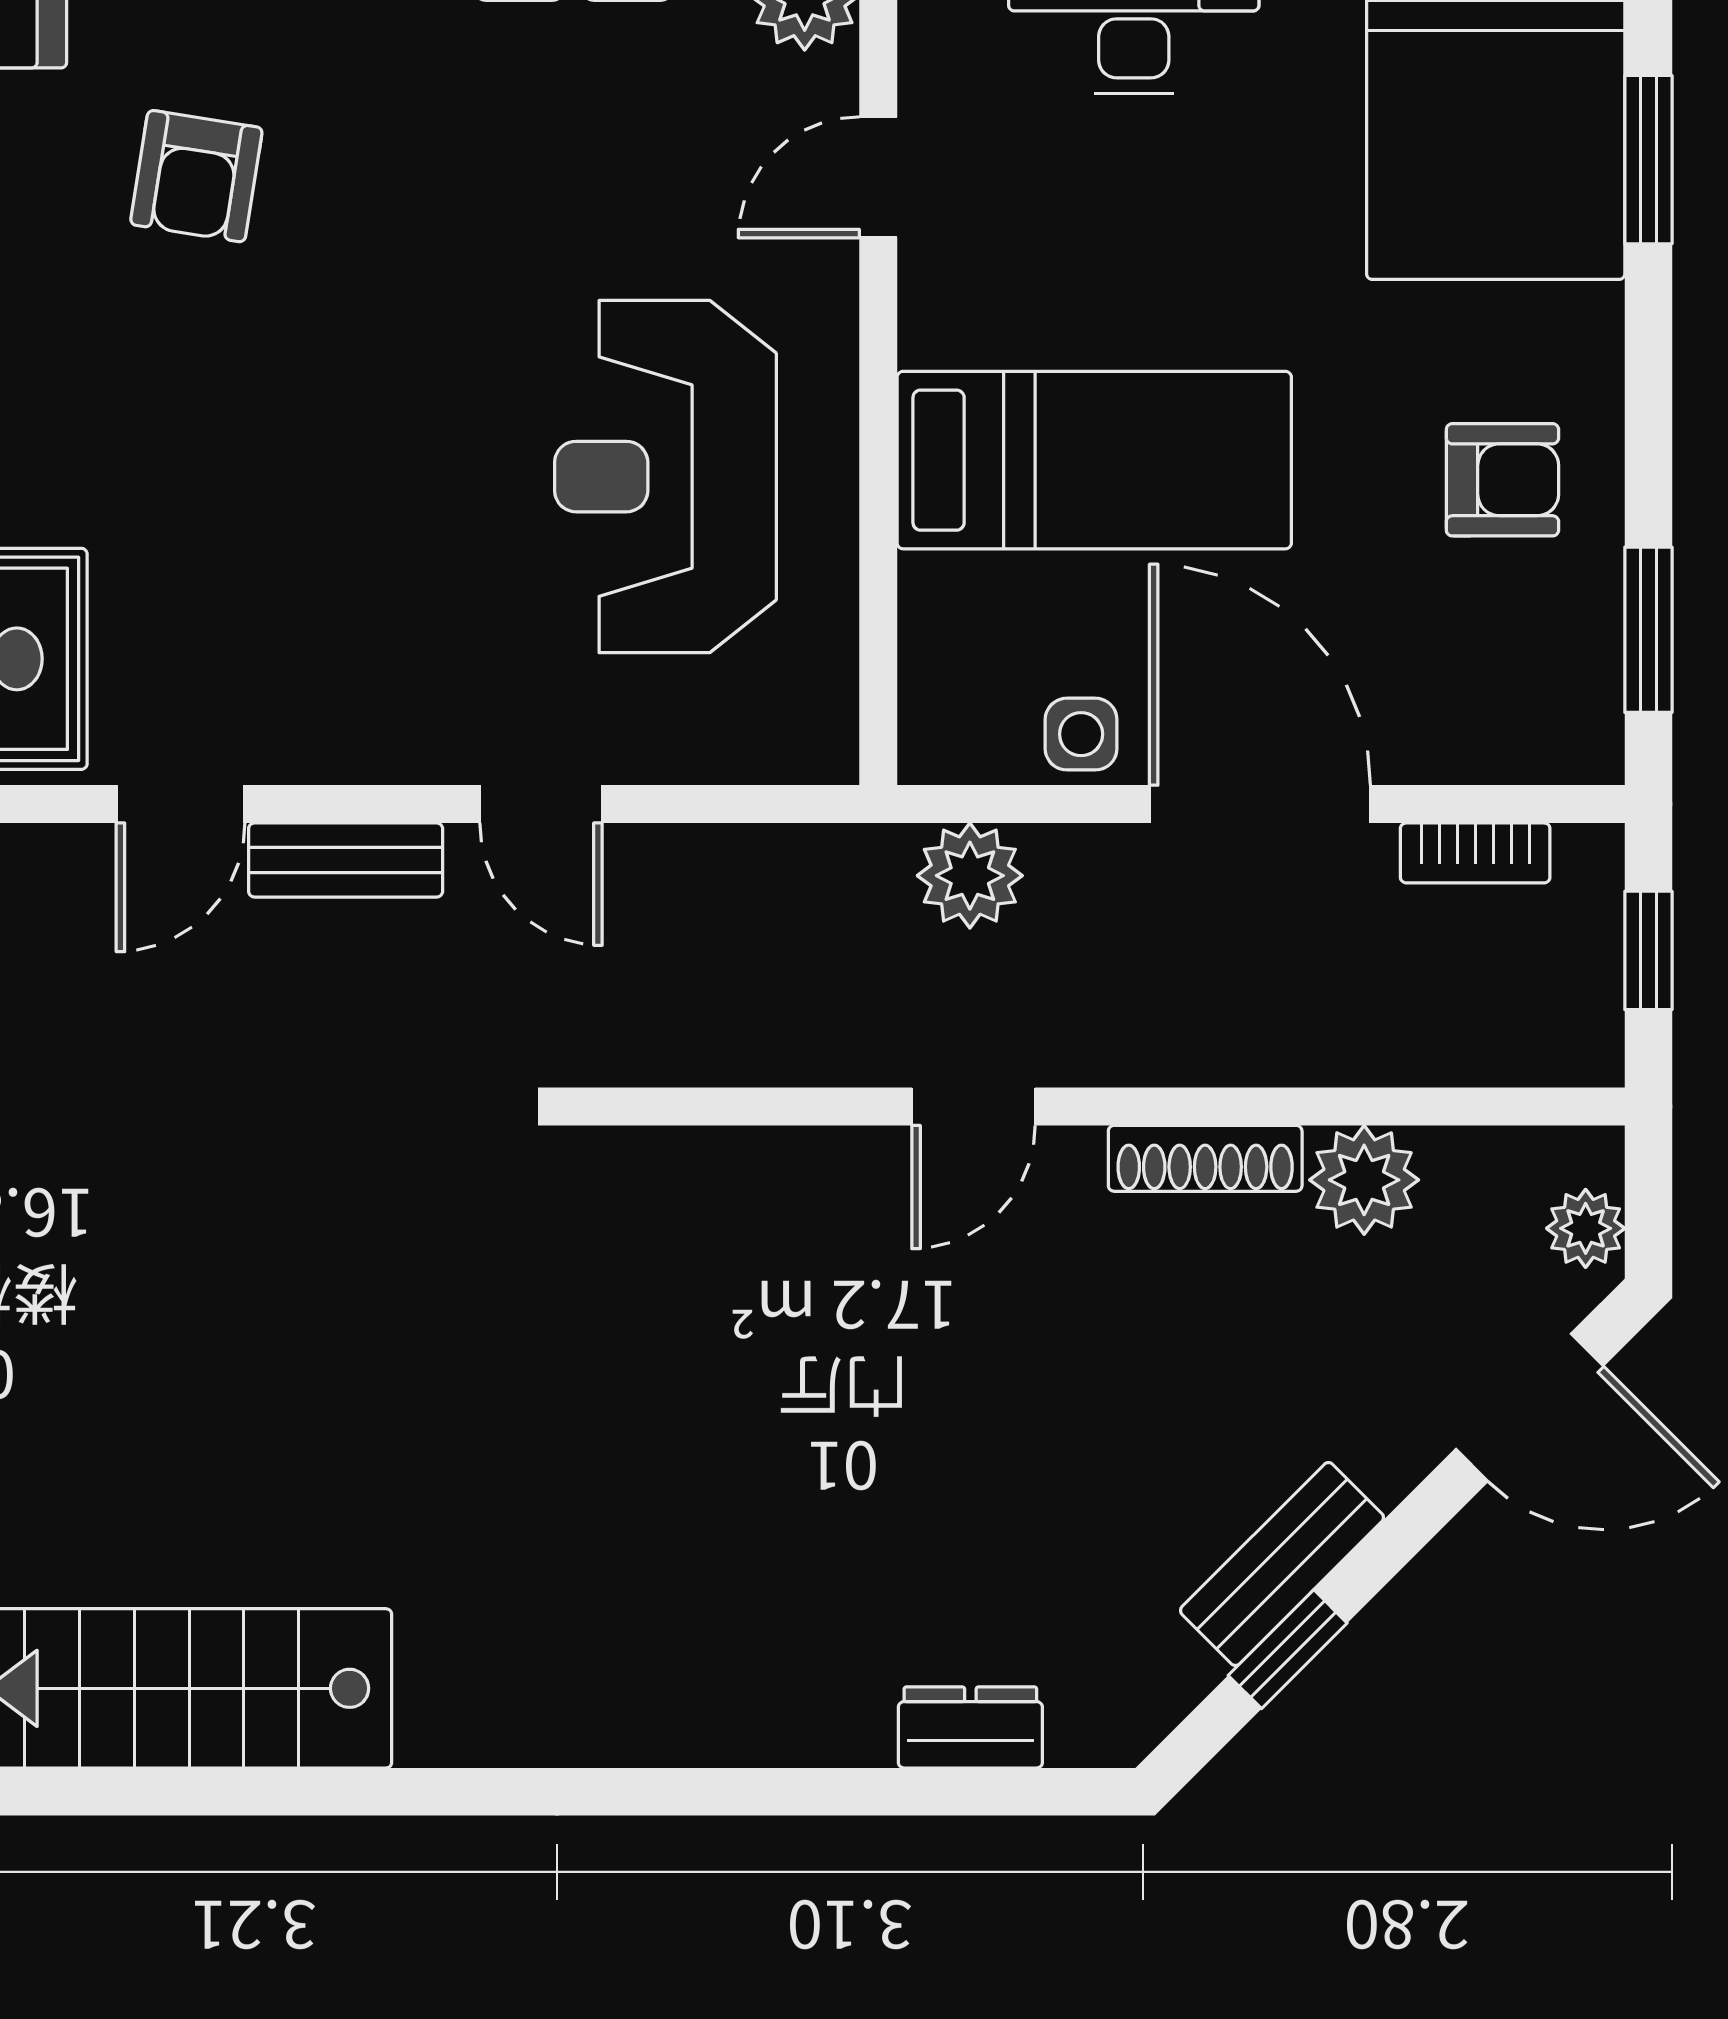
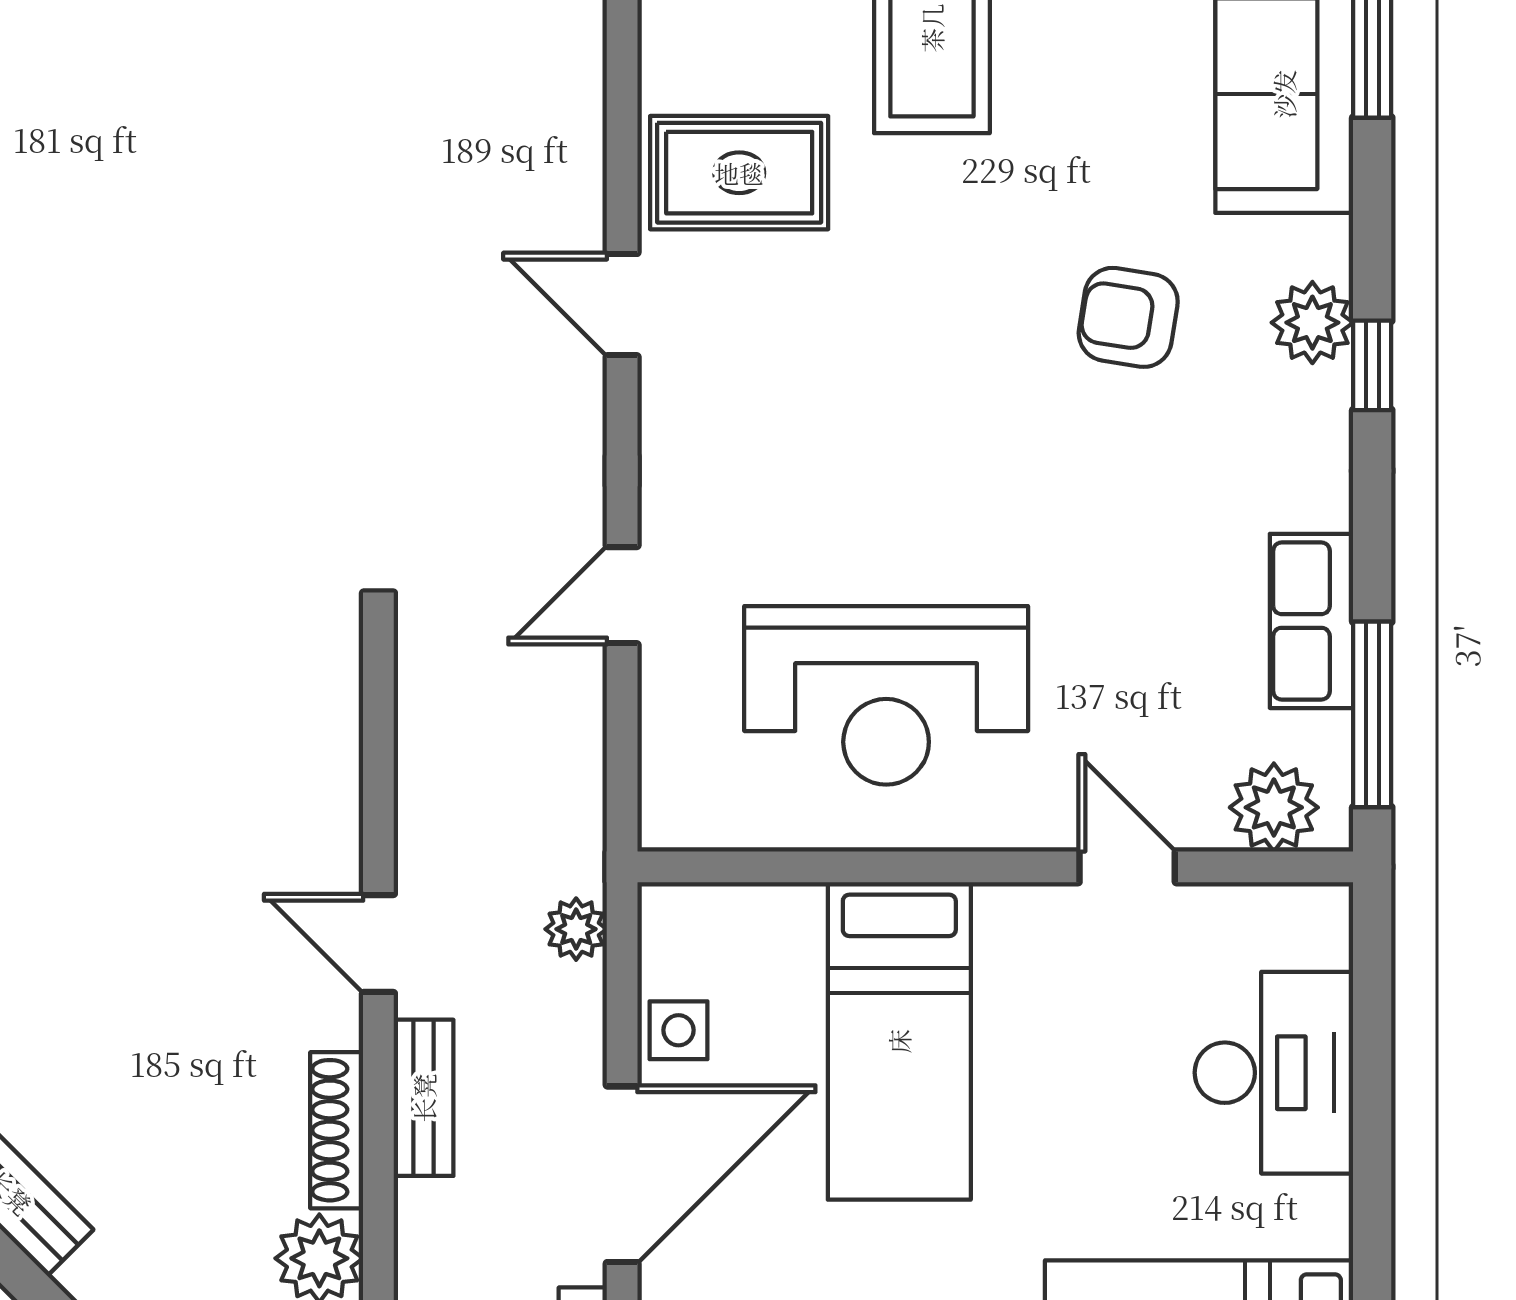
reception desk: (665, 477) -> (886, 695), turned 180
bench: (346, 860) -> (424, 1098), moved
plant: (970, 876) -> (576, 929), width x0.73, depth x0.73

